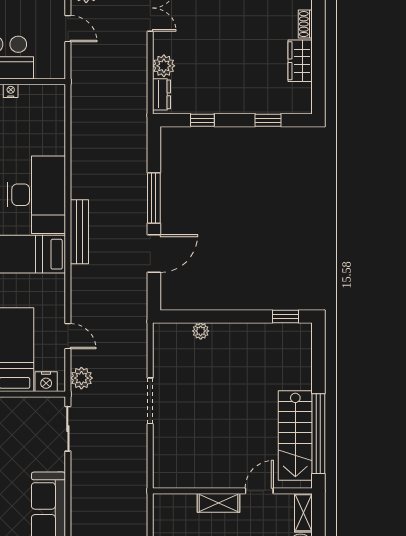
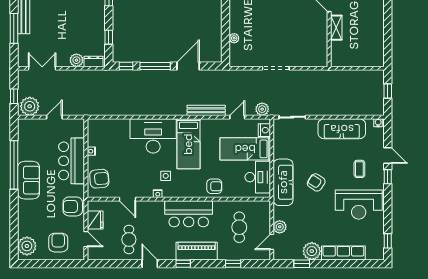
window: (154, 149) -> (126, 66), added
bench: (79, 232) -> (206, 110), moved
door: (154, 254) -> (188, 66), hinge flipped

